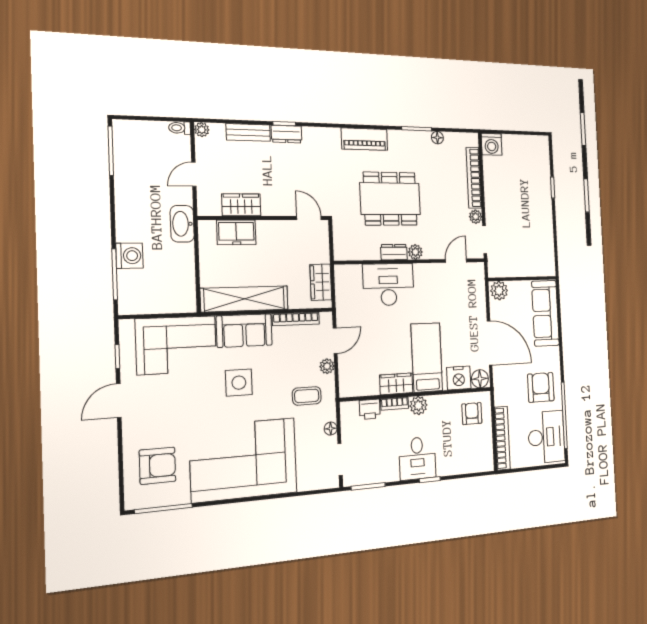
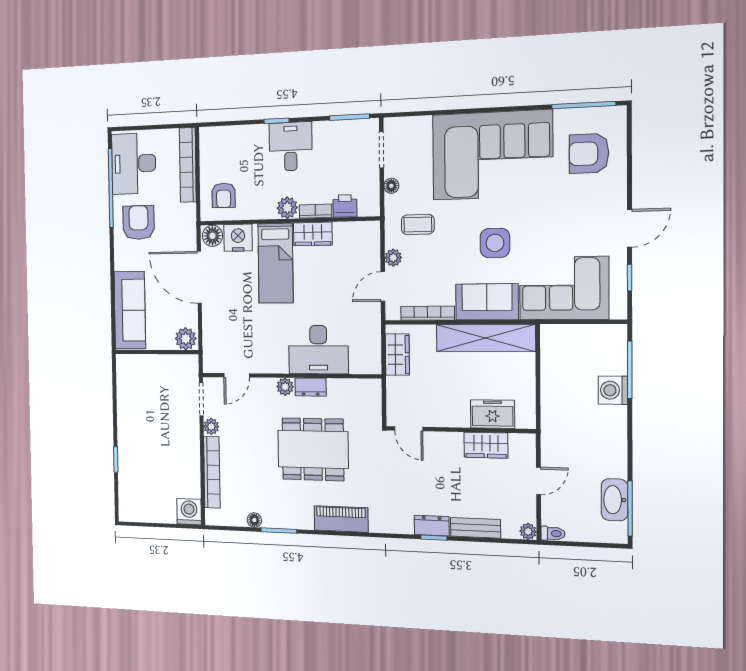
washbasin: (182, 224) -> (614, 500), moved, turned 180
armchair: (541, 387) -> (139, 222), turned 180

